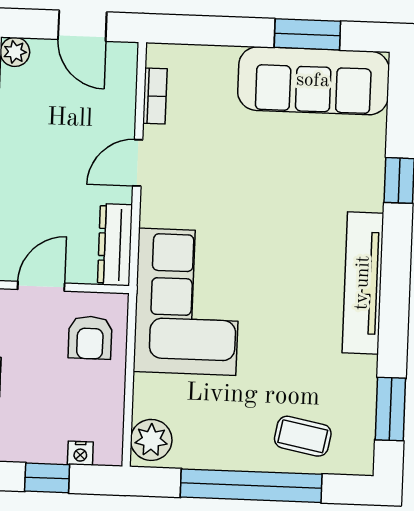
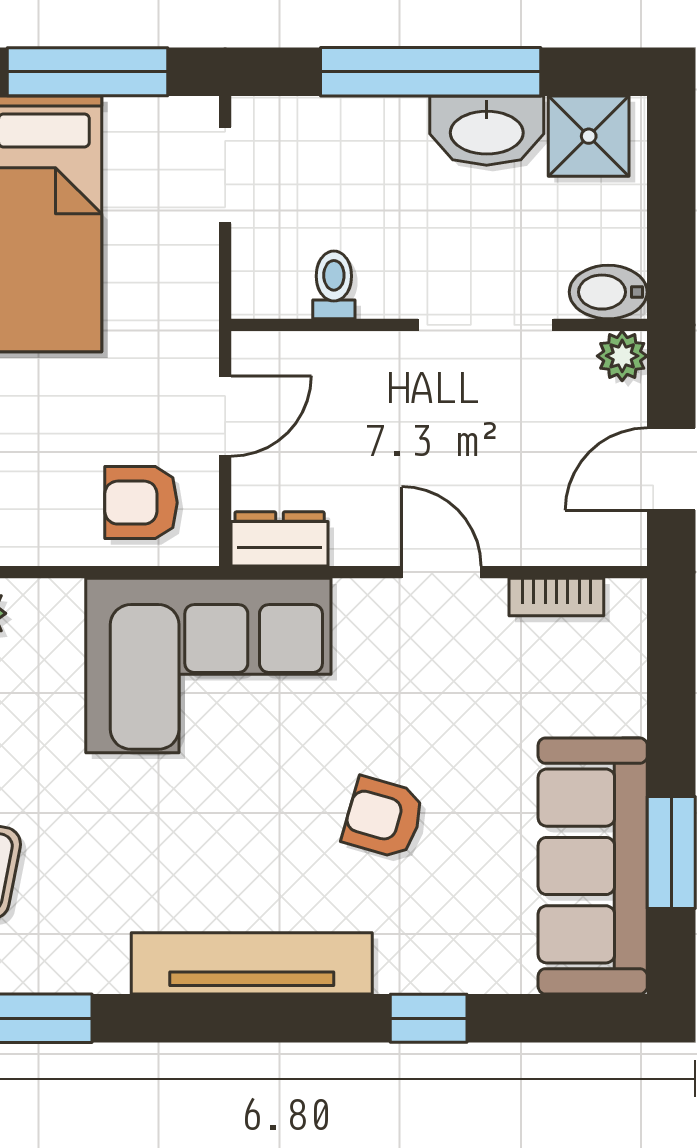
armchair: (280, 202) -> (383, 818), added
dresser: (115, 245) -> (280, 539), width x0.70
door: (41, 286) -> (225, 416), hinge flipped

